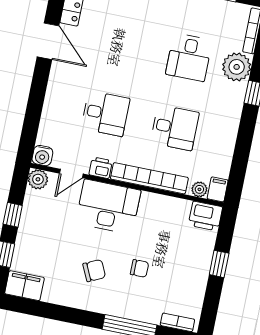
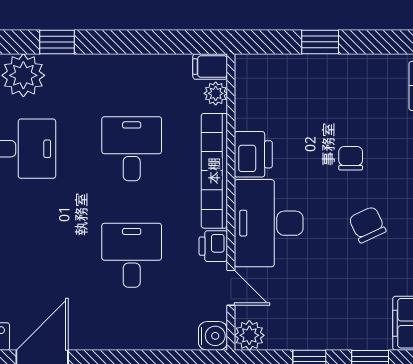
printer: (205, 216) -> (253, 154), moved

